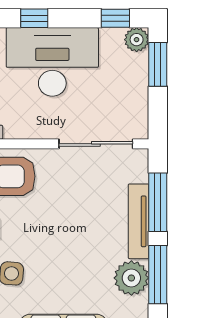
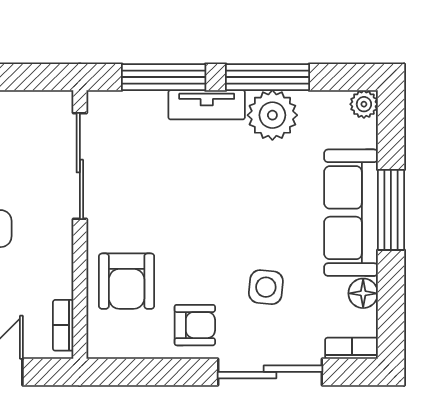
tv unit: (139, 221) -> (207, 105), width x0.71

